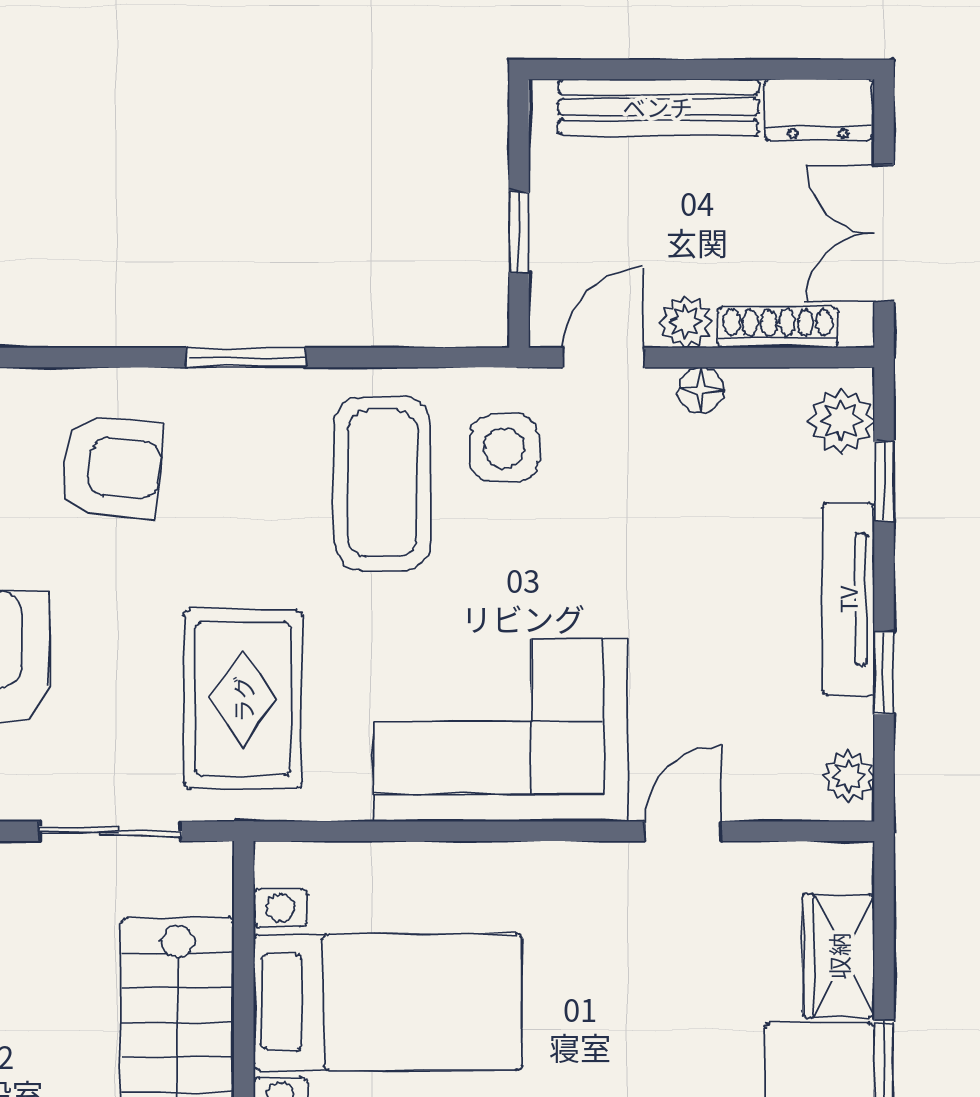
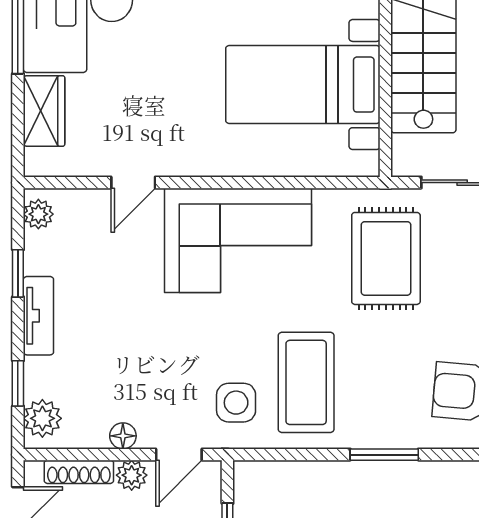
tv unit: (848, 599) -> (38, 316), width x0.71

